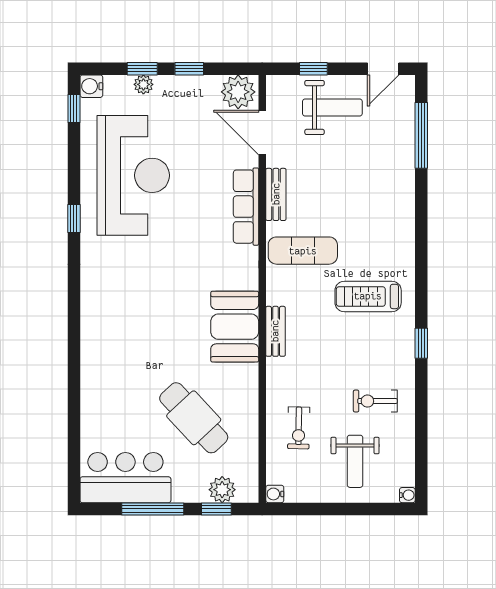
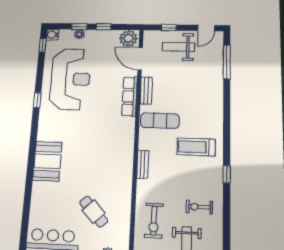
weight bench: (332, 107) -> (178, 47), turned 180
booth: (235, 327) -> (47, 161), moved
cafe table: (194, 418) -> (94, 212), width x0.73, depth x0.74
exercise bike: (299, 428) -> (154, 221), width x1.38, depth x1.39

